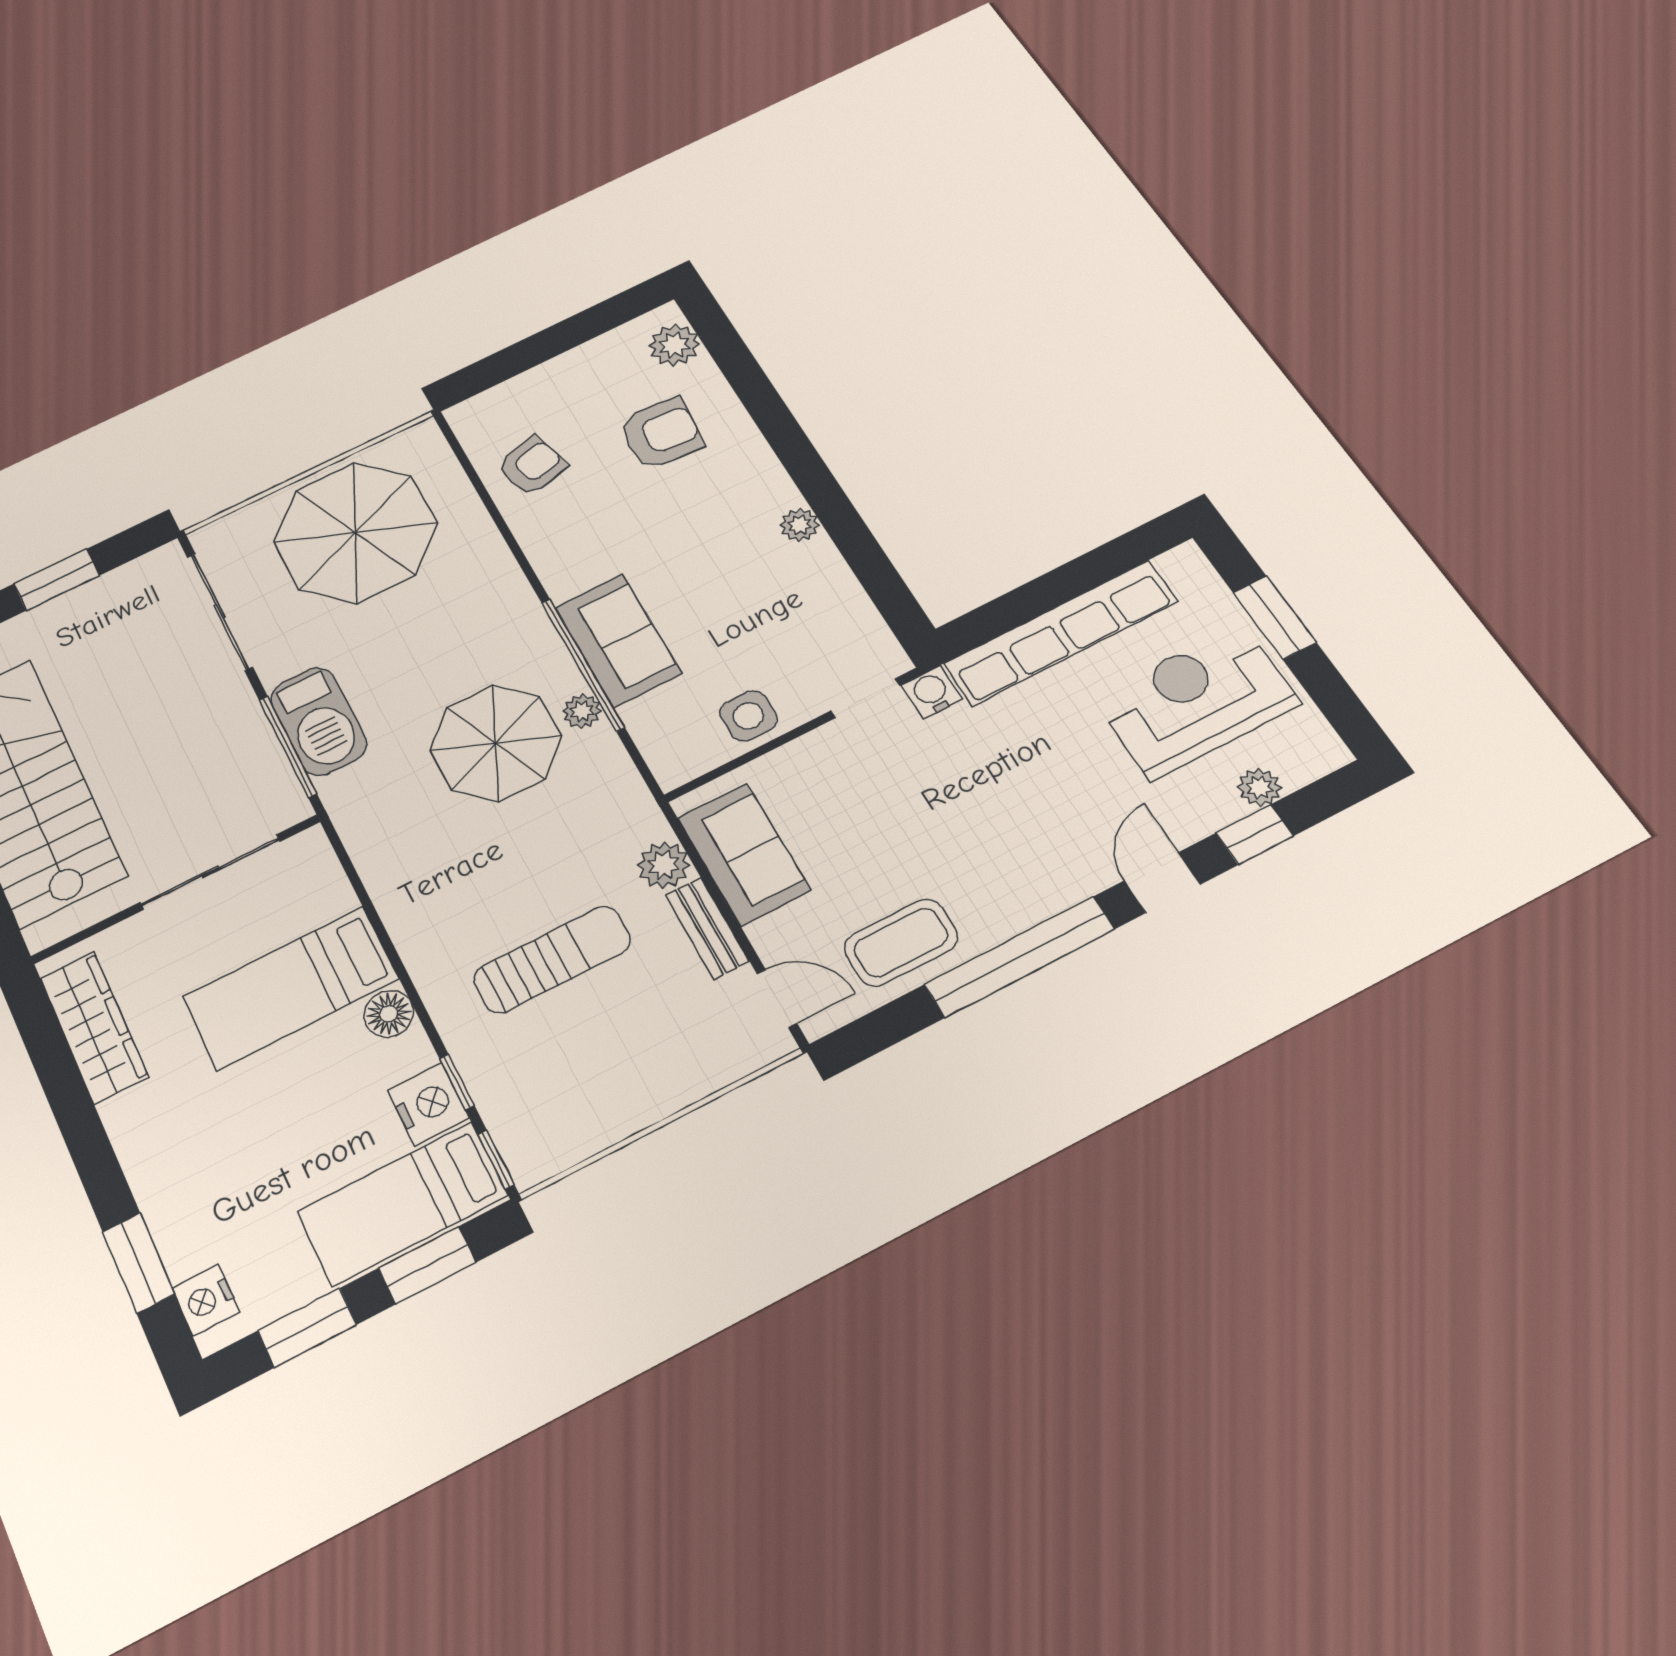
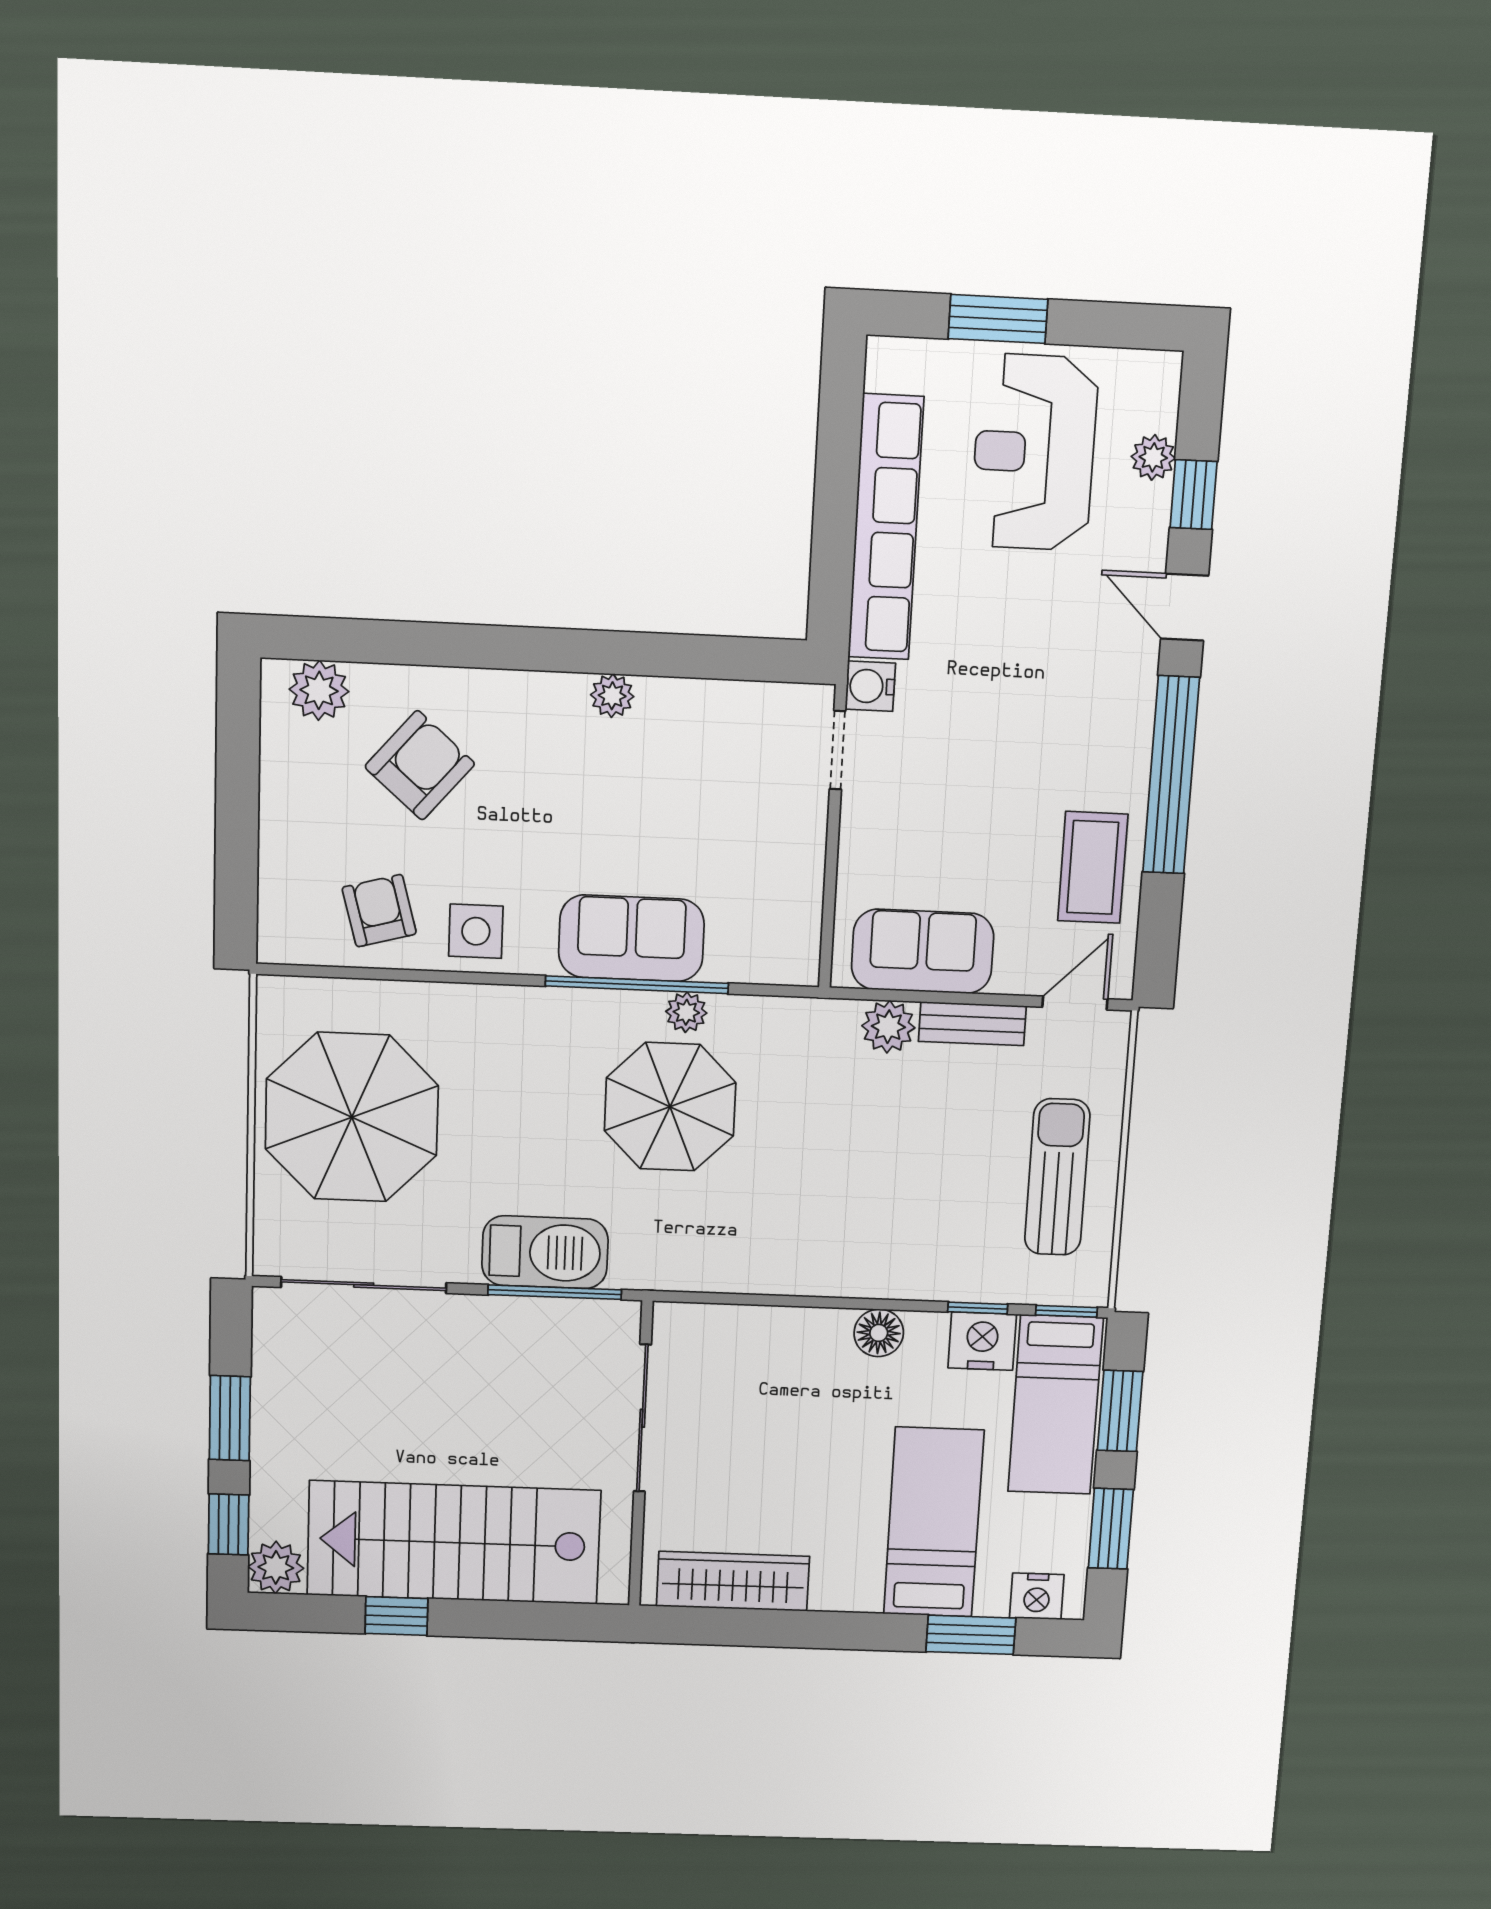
armchair: (661, 433) -> (420, 765), turned 36
side table: (749, 716) -> (476, 931), moved
sun lounger: (552, 959) -> (1057, 1177), moved
bed: (291, 988) -> (934, 1522), moved, turned 180

